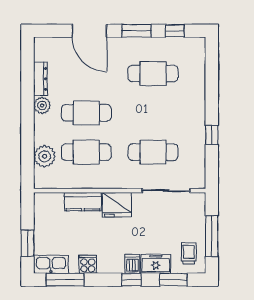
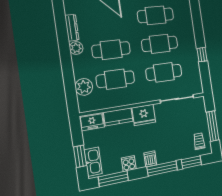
cafe table: (153, 113) -> (160, 44), added
kitchen sink: (51, 264) -> (93, 162), moved, turned 90
dishwasher: (132, 264) -> (150, 159), moved
freezer: (156, 264) -> (92, 122), moved, turned 180
window: (131, 280) -> (162, 168), width x2.17

